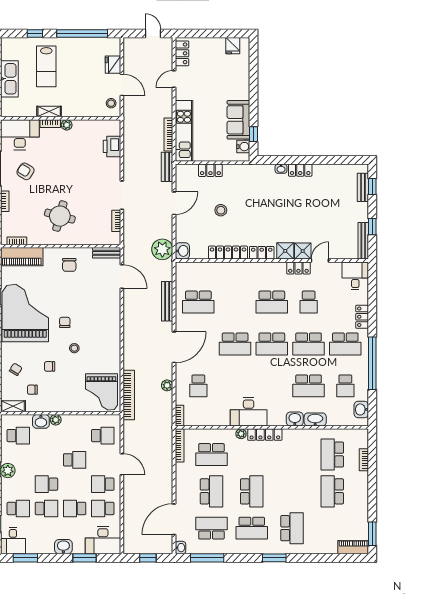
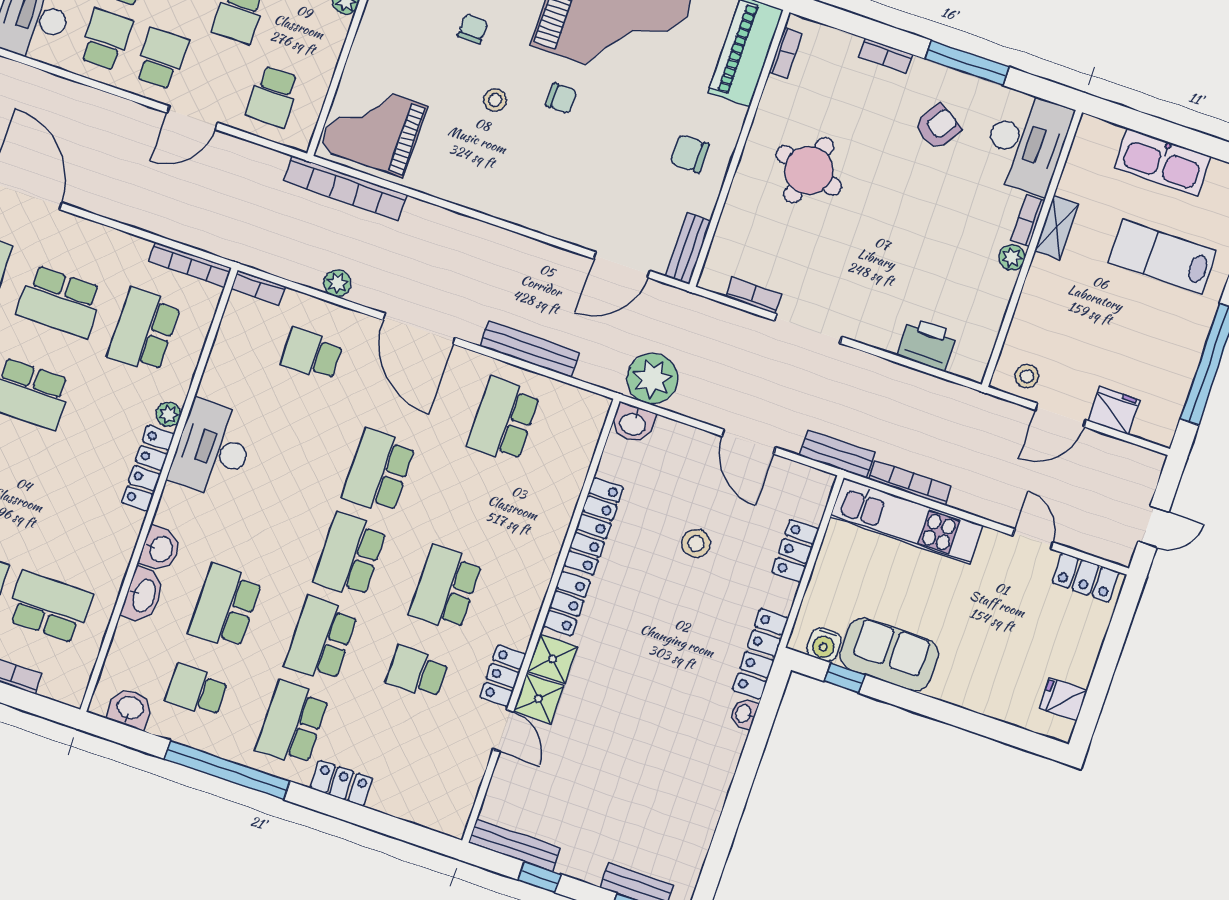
locker: (300, 170) -> (761, 654), moved, width x1.53
desk: (355, 276) -> (440, 800), removed

